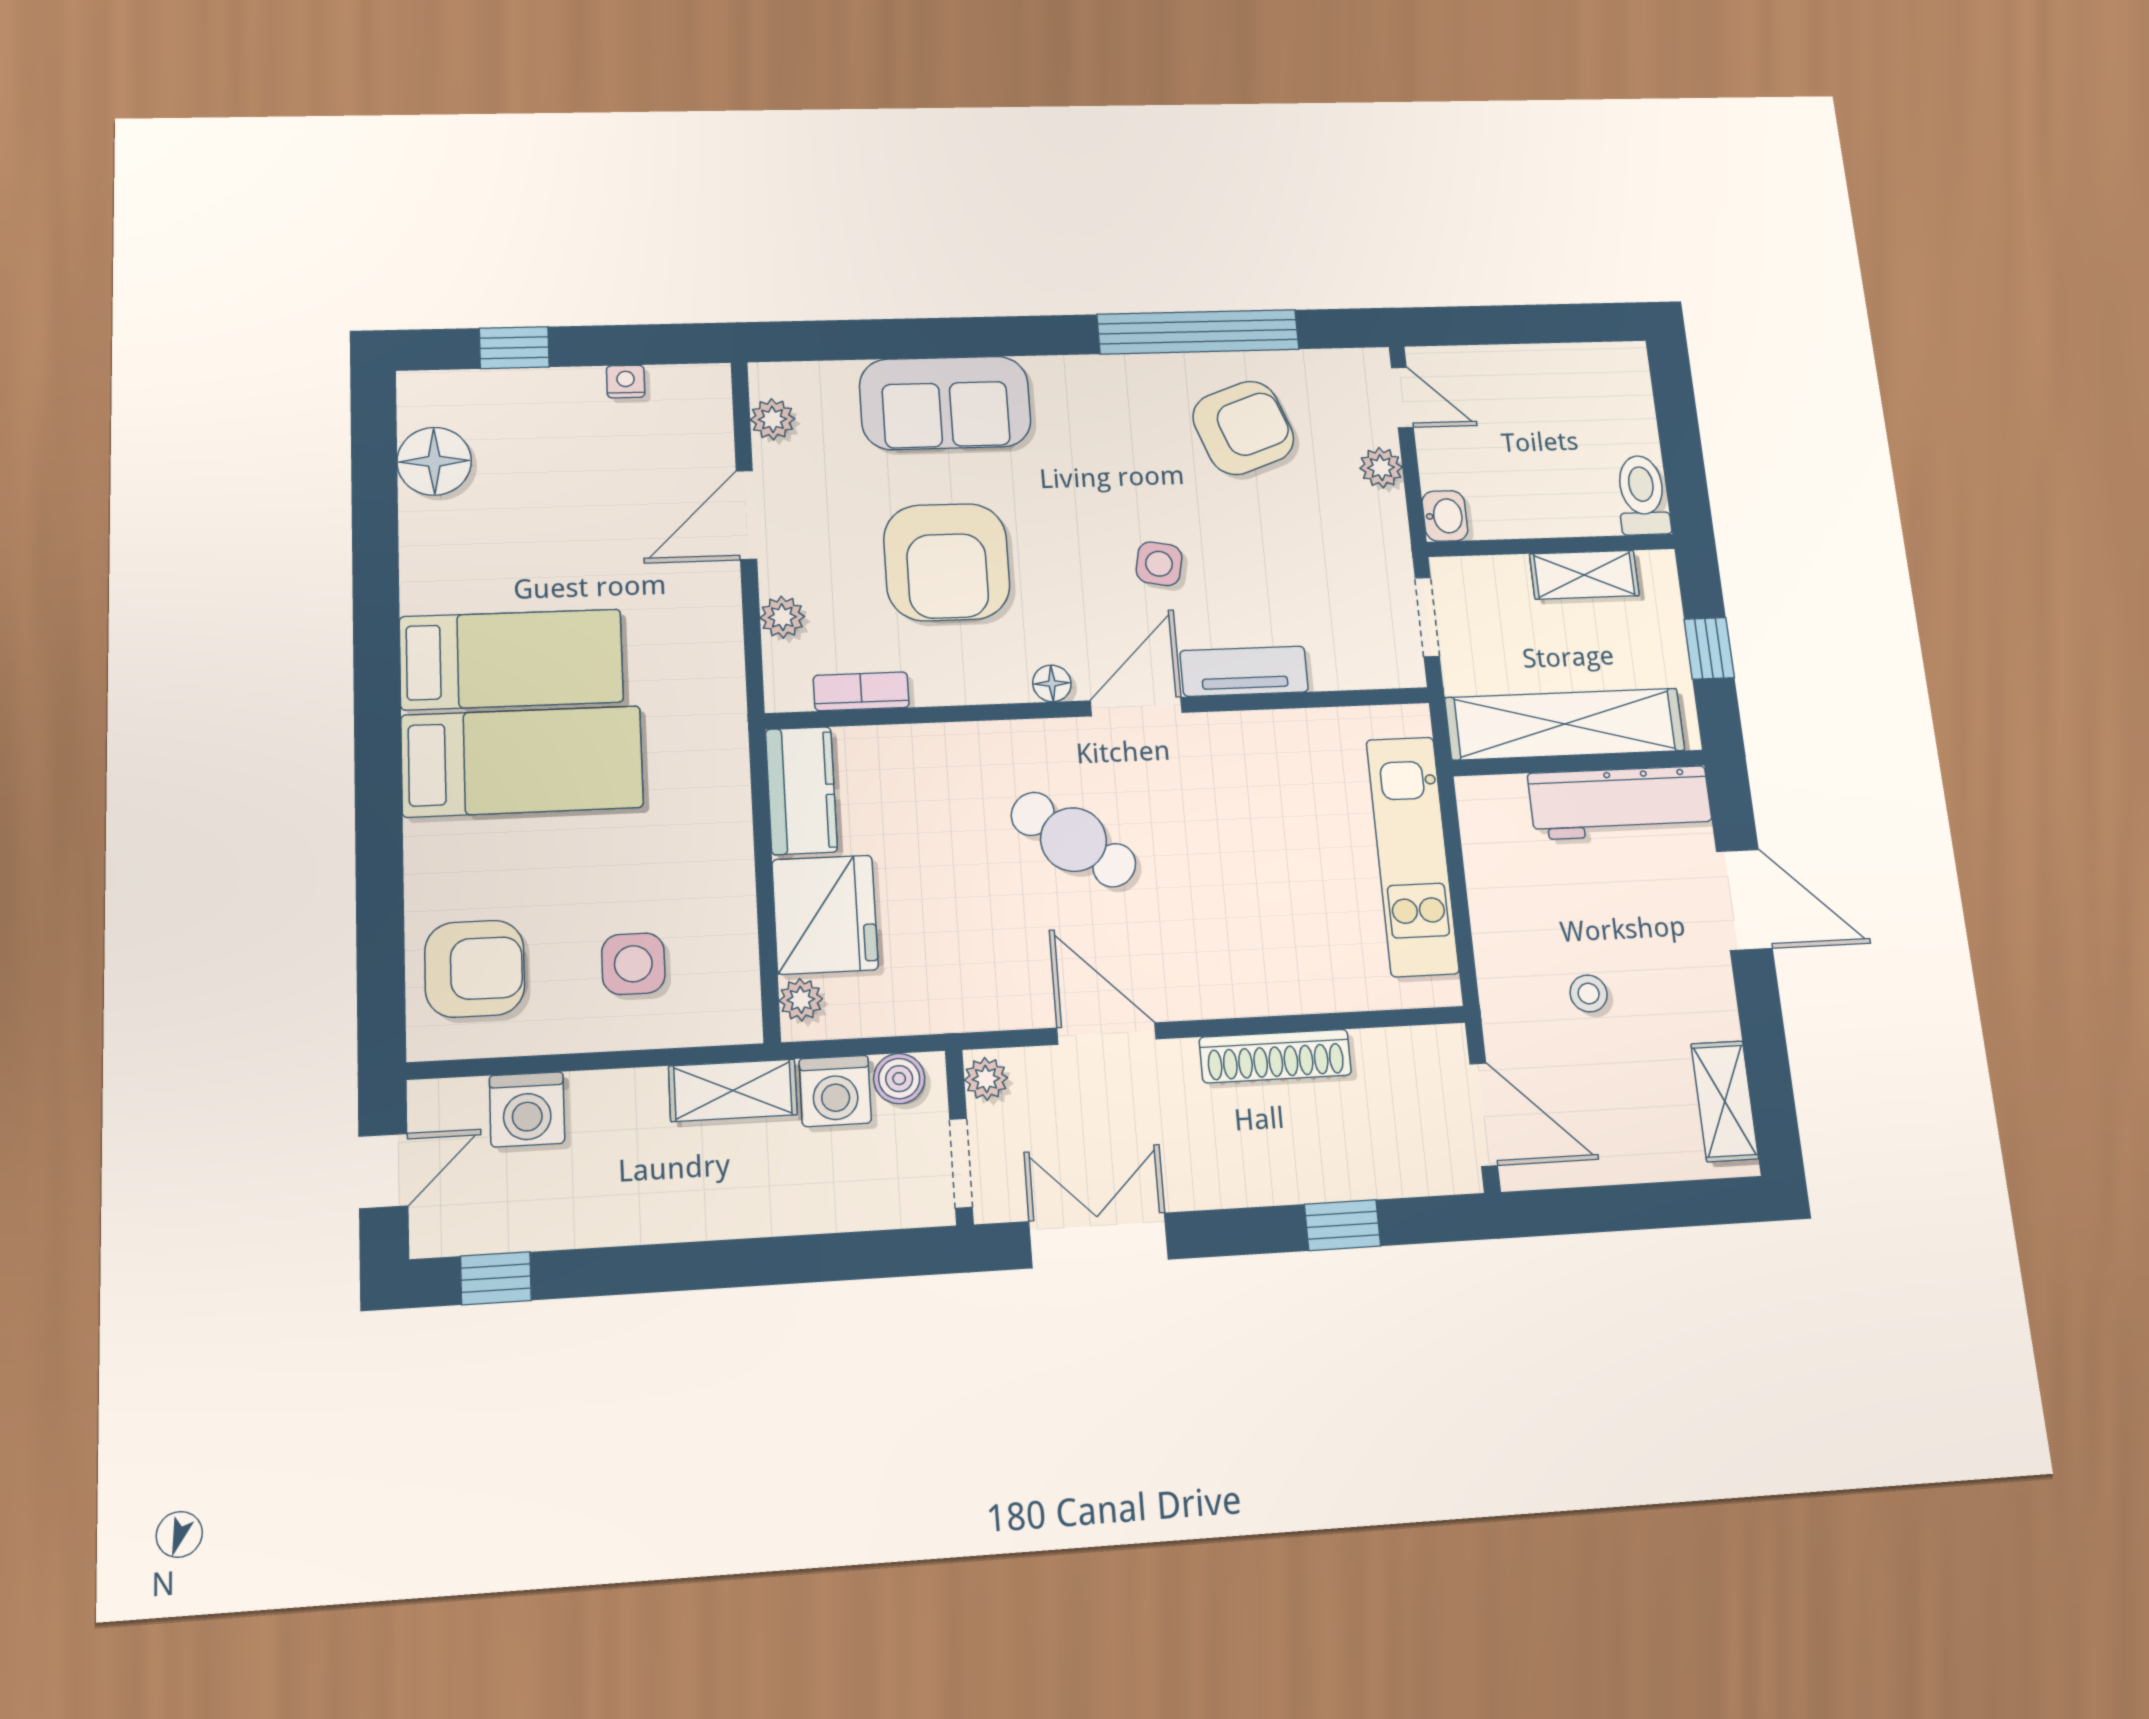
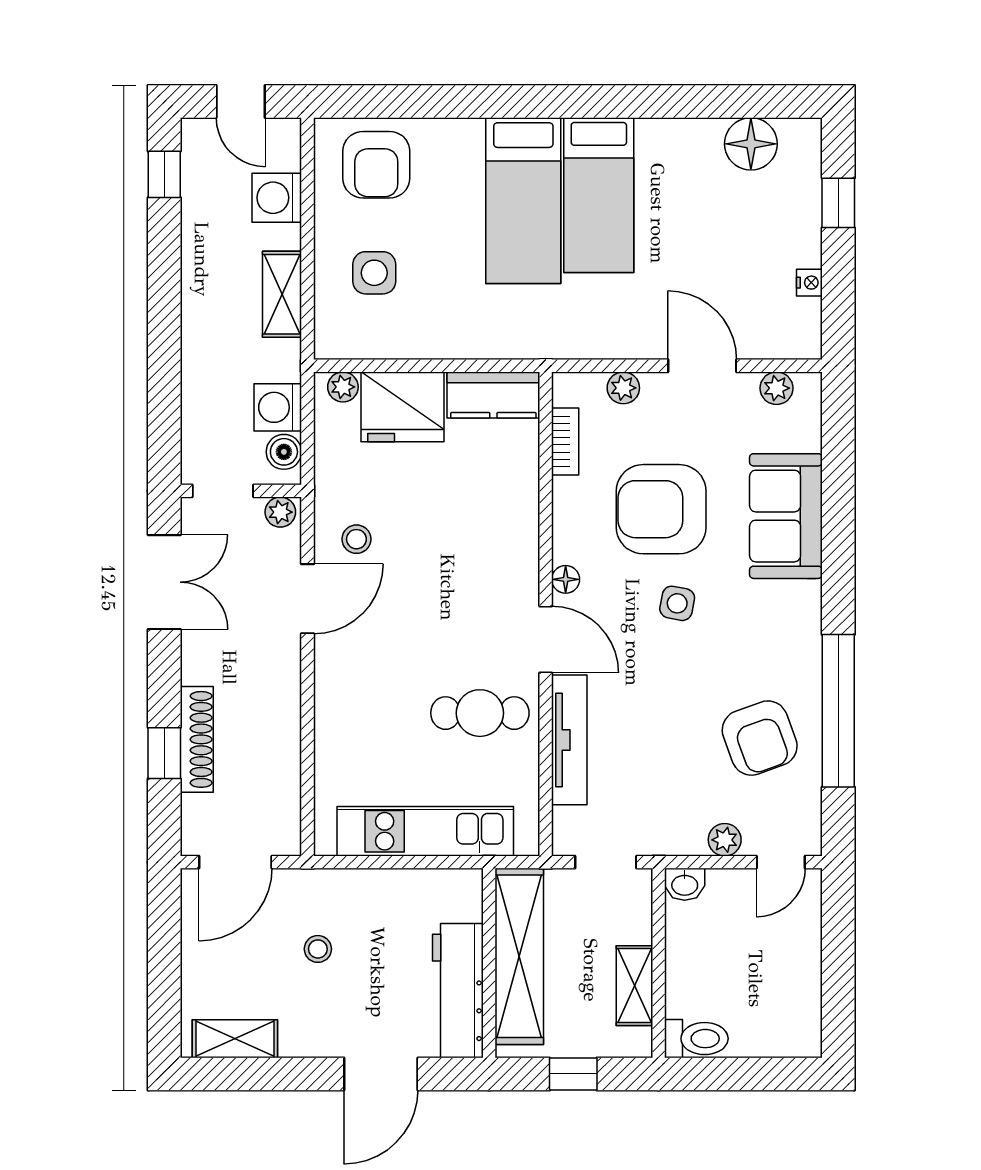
side table: (1159, 564) -> (677, 603), moved
tv unit: (1244, 671) -> (569, 740), width x1.41
cafe table: (1073, 840) -> (480, 713), moved, turned 54
stool: (1017, 970) -> (356, 539), added
shoe rack: (1275, 1056) -> (197, 739), moved, turned 180
shelving: (733, 1090) -> (282, 294), moved

